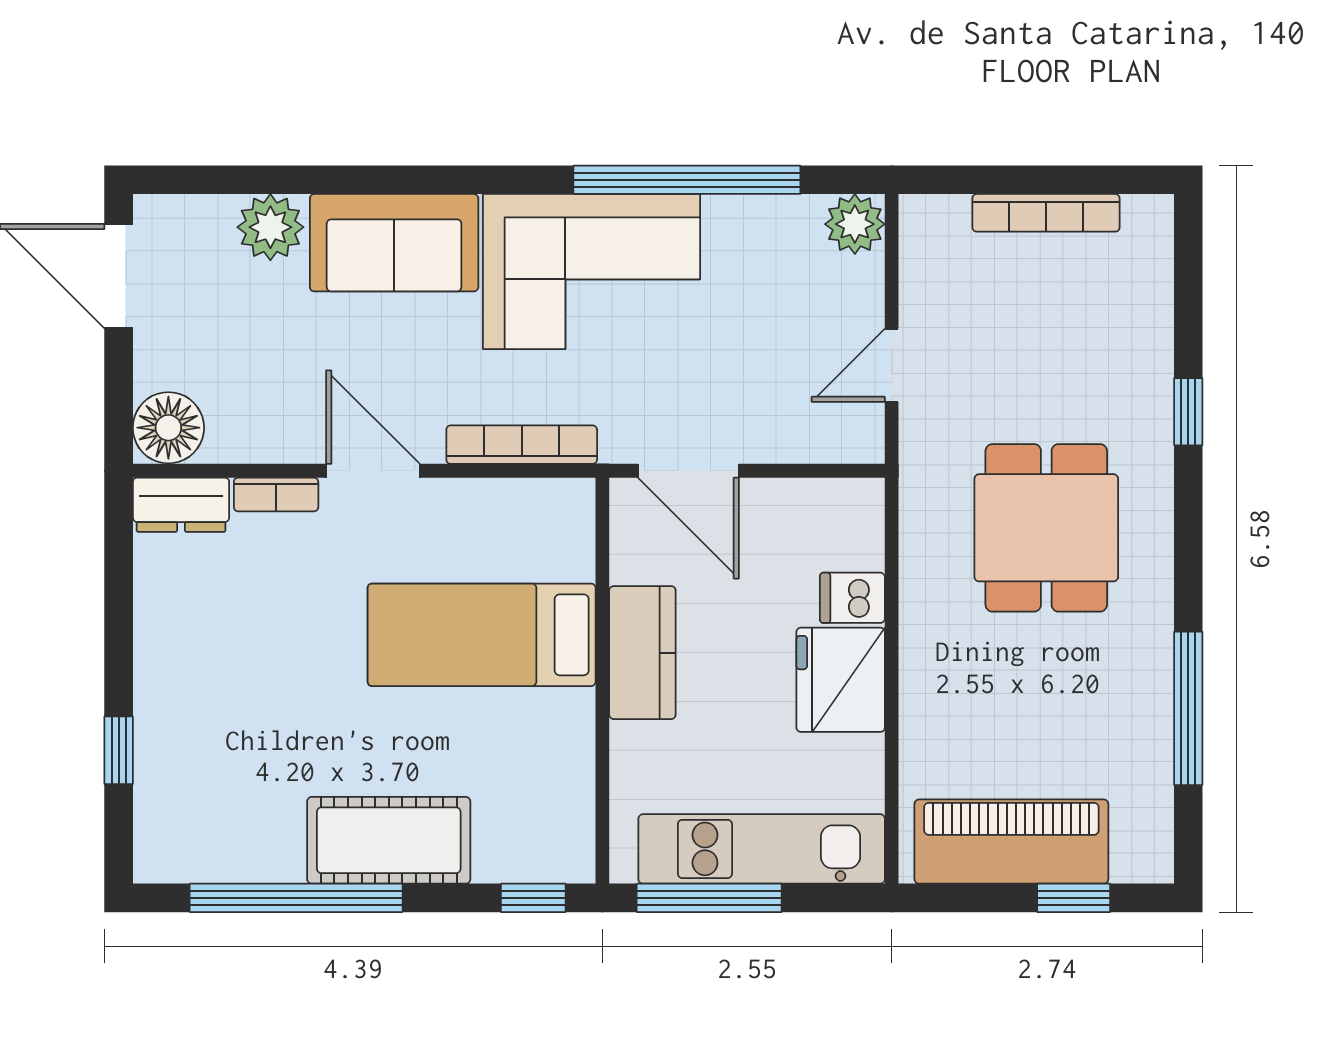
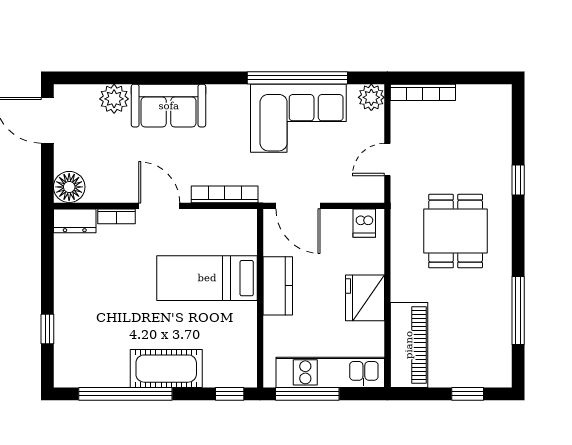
bookcase: (1046, 213) -> (423, 92), moved
corner sofa: (592, 272) -> (298, 118), moved
dishwasher: (852, 598) -> (364, 223), moved, turned -90
piano: (1011, 842) -> (409, 345), moved, turned 90

